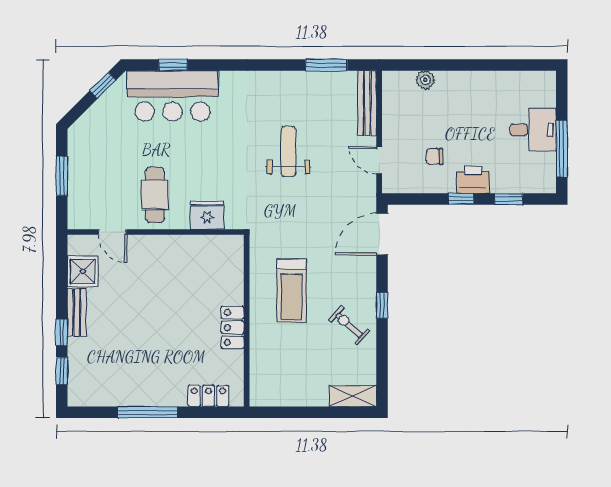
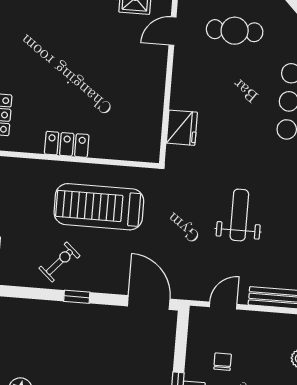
weight bench: (289, 152) -> (239, 215), turned -90
cafe table: (155, 195) -> (235, 31), moved
treadmill: (292, 291) -> (99, 207), width x1.37, depth x1.38

